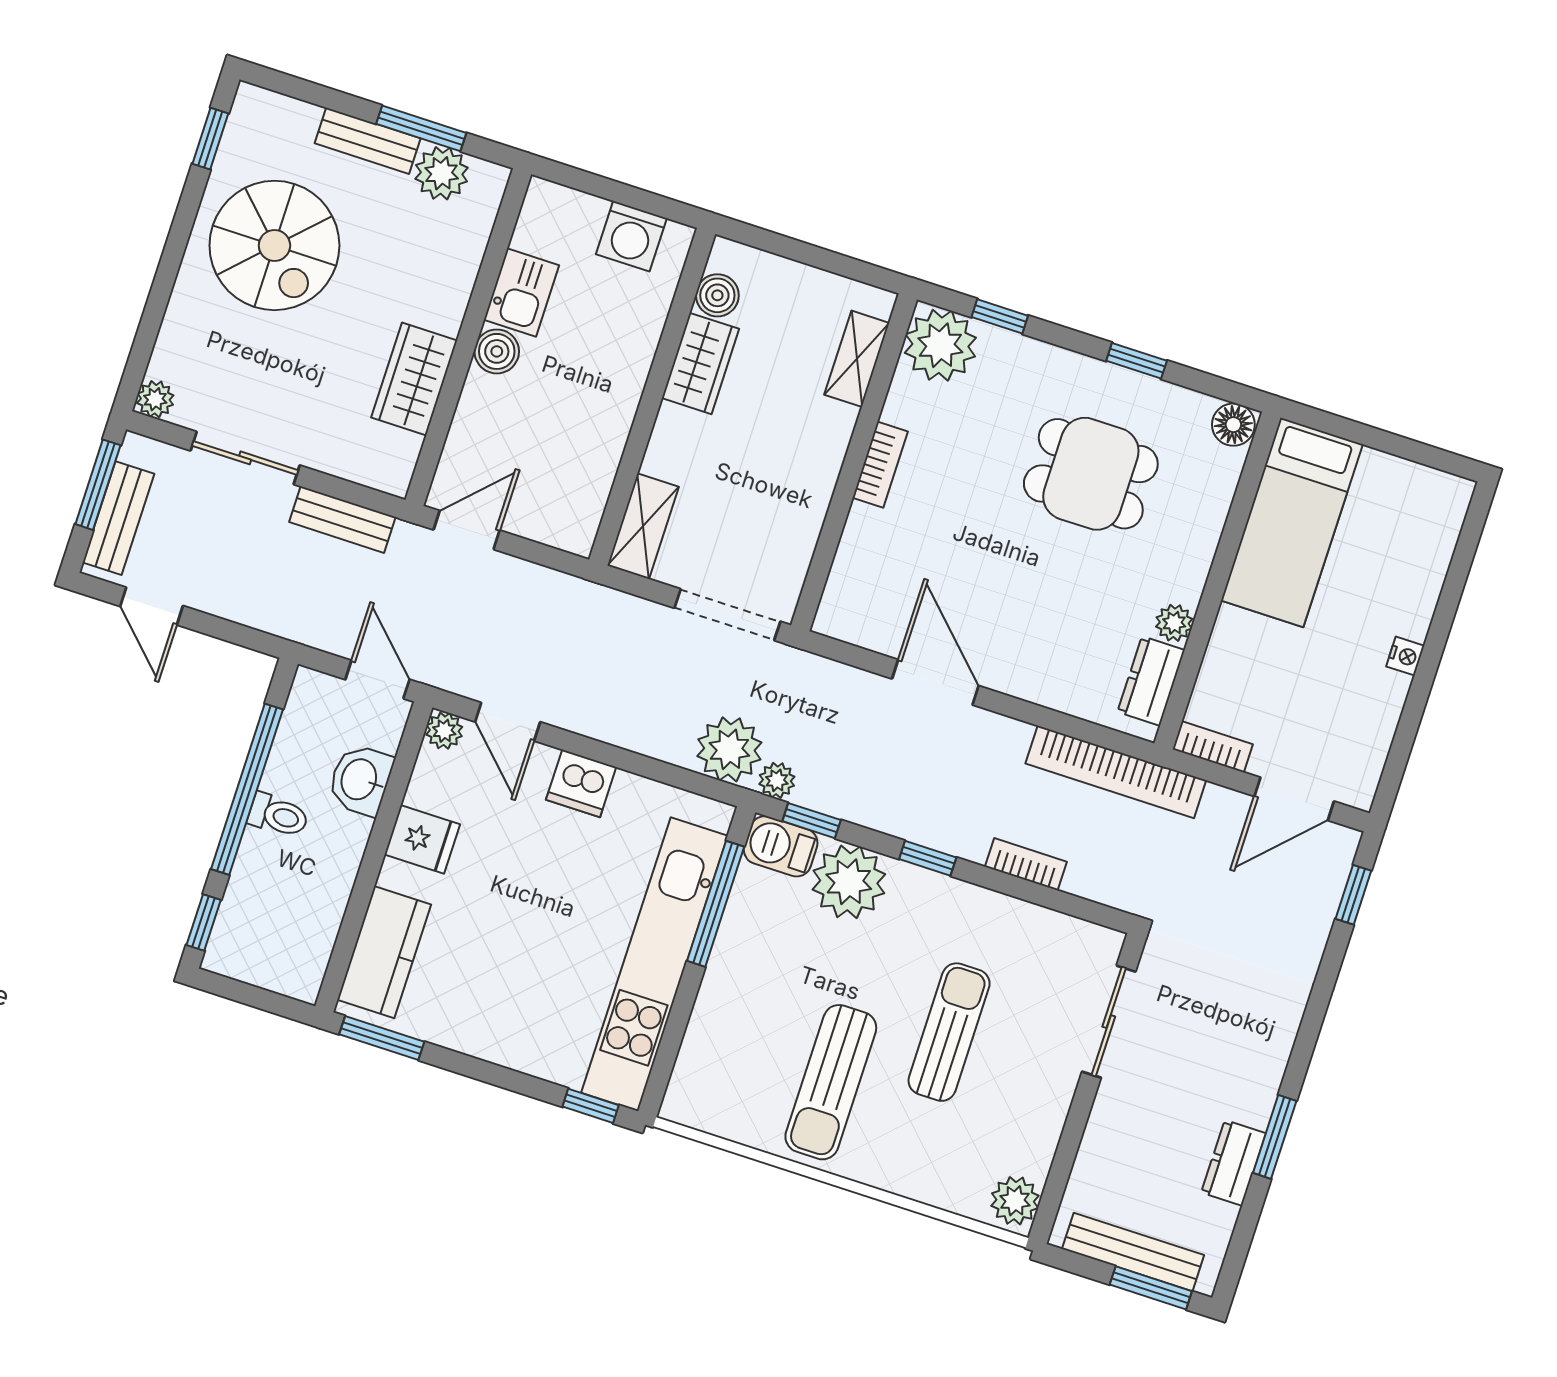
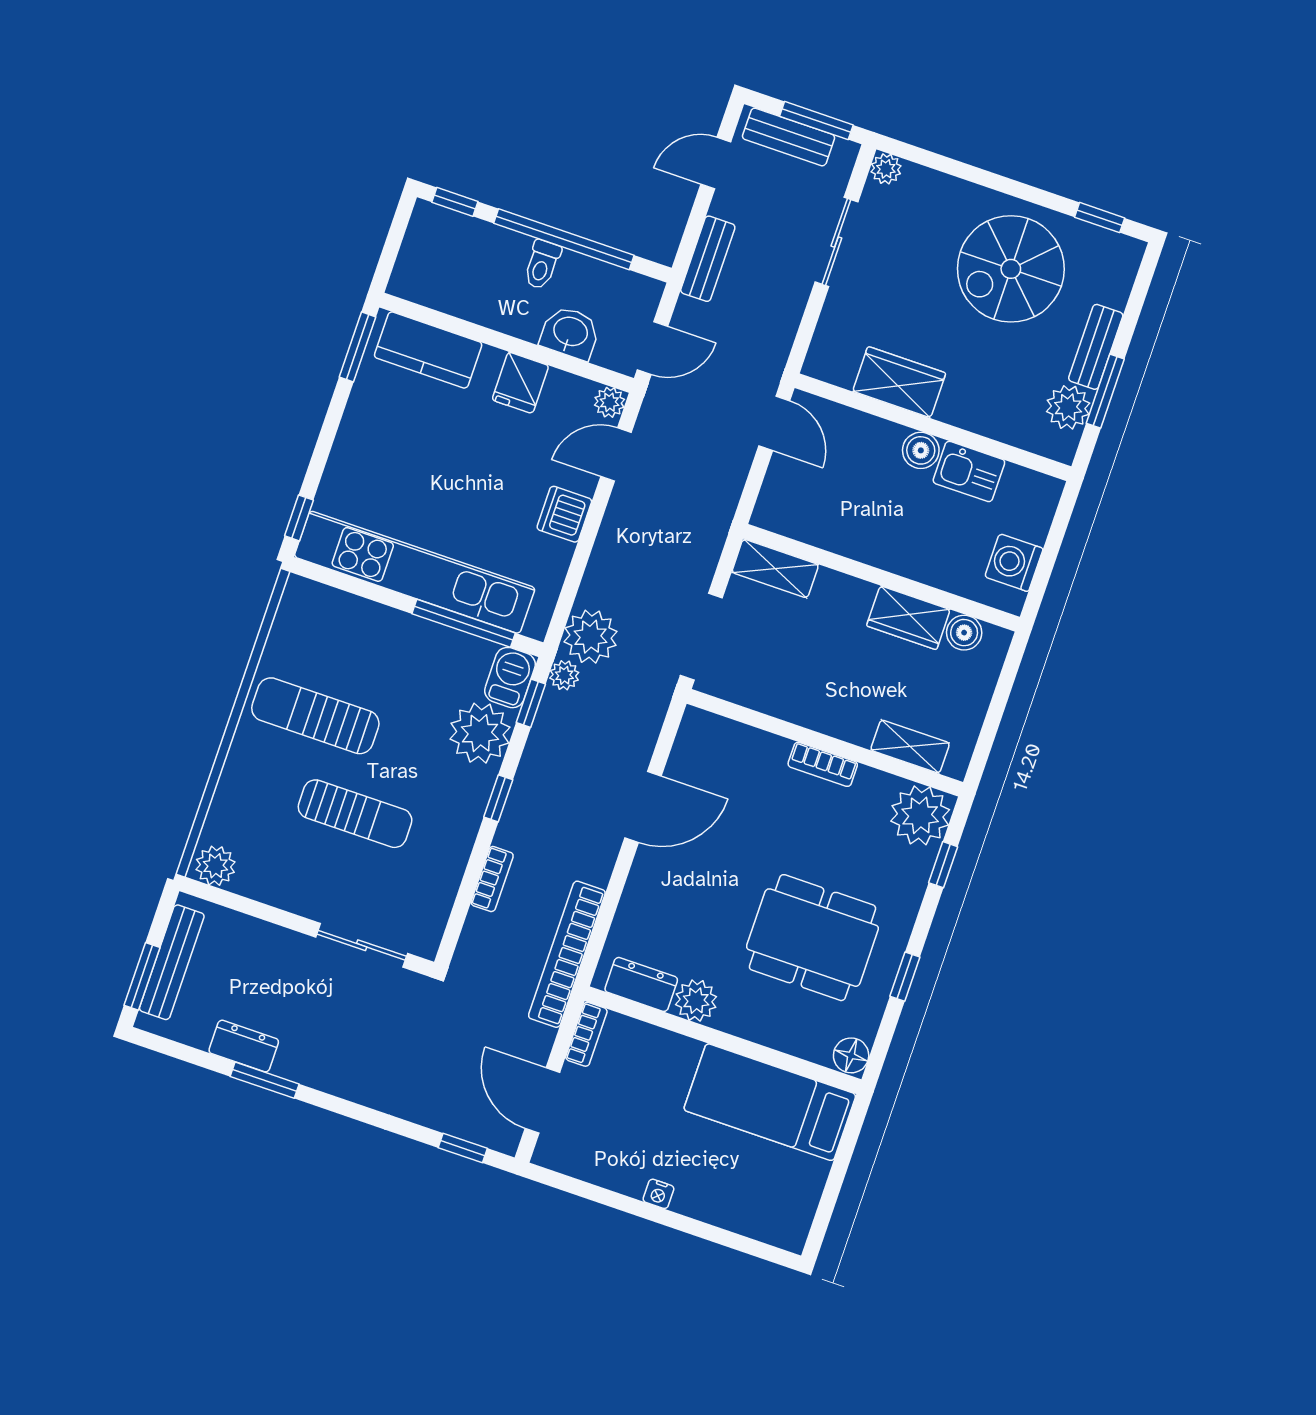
dining table: (1091, 474) -> (812, 938), width x1.37
bench: (342, 519) -> (708, 259), moved
plant: (1174, 623) -> (696, 1001), width x1.38, depth x1.38

